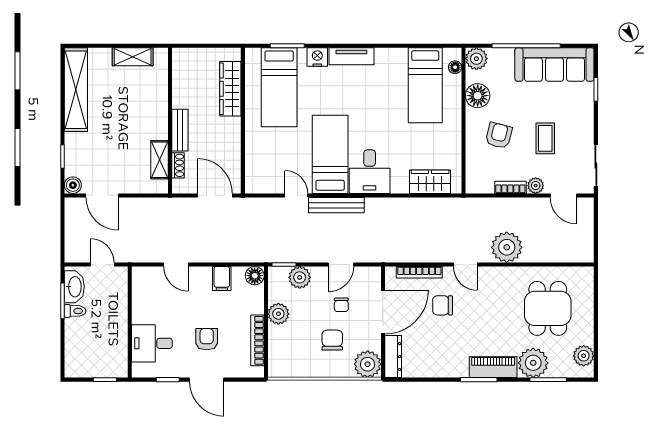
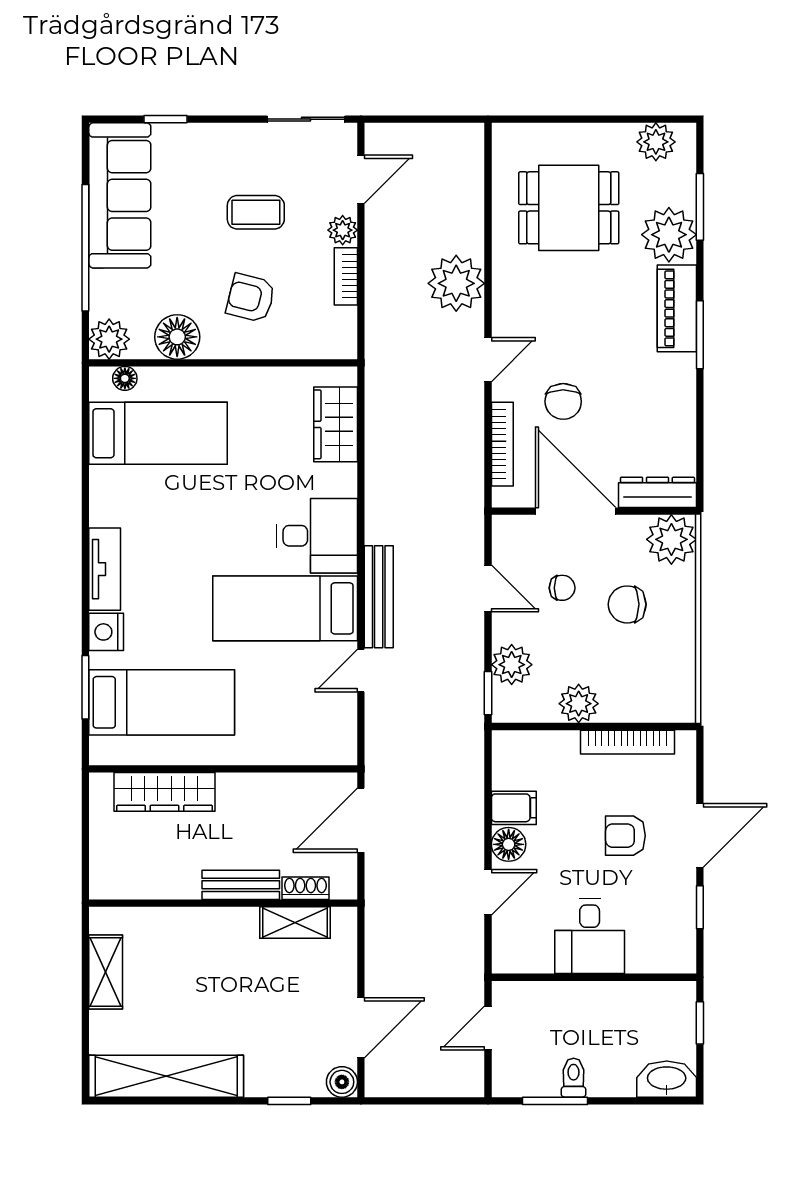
floor lamp: (255, 276) -> (509, 844), moved
washbasin: (74, 287) -> (667, 1079), moved
desk: (152, 343) -> (590, 936), moved

